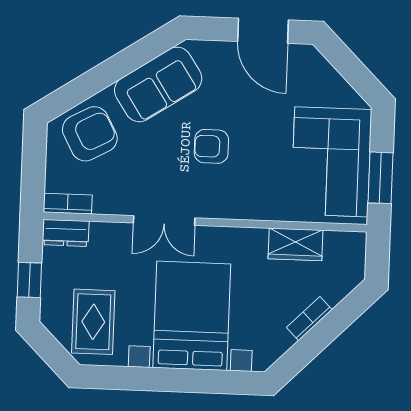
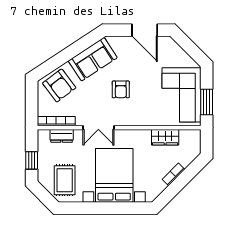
armchair: (90, 134) -> (59, 85), turned 81
armchair: (211, 146) -> (121, 89), turned -90
bookcase: (68, 204) -> (56, 121), width x1.56
dresser: (66, 233) -> (62, 136), moved

